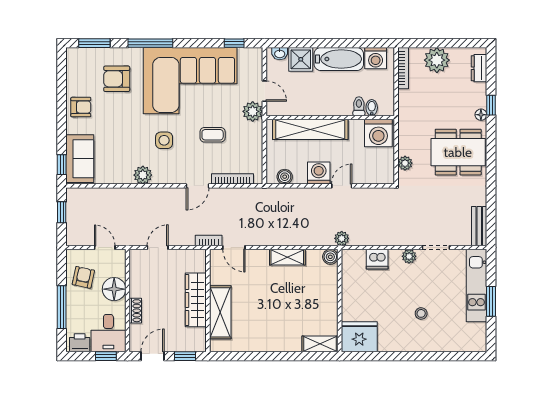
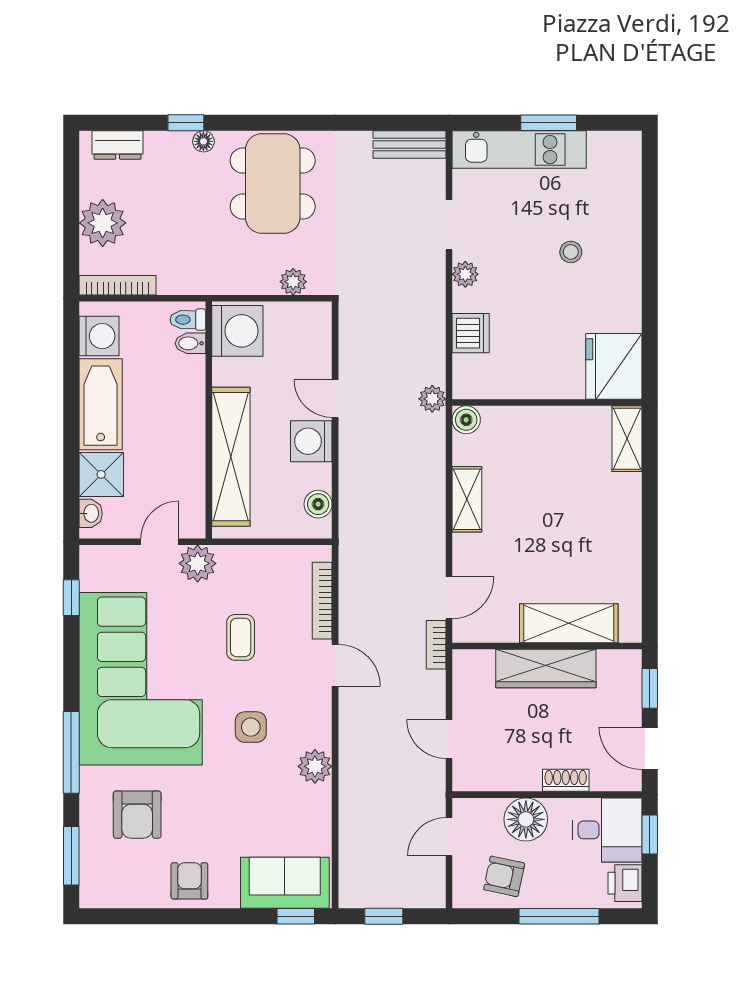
toilet: (359, 106) -> (188, 320), moved

